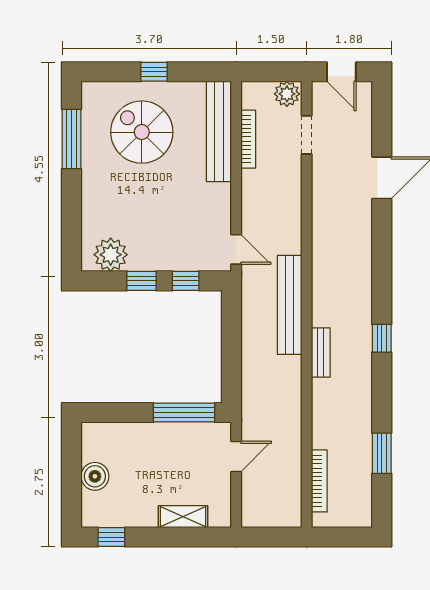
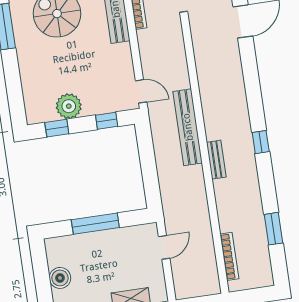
plant: (111, 255) -> (69, 106), moved
window: (141, 281) -> (57, 128), moved
window: (184, 413) -> (95, 224), moved

